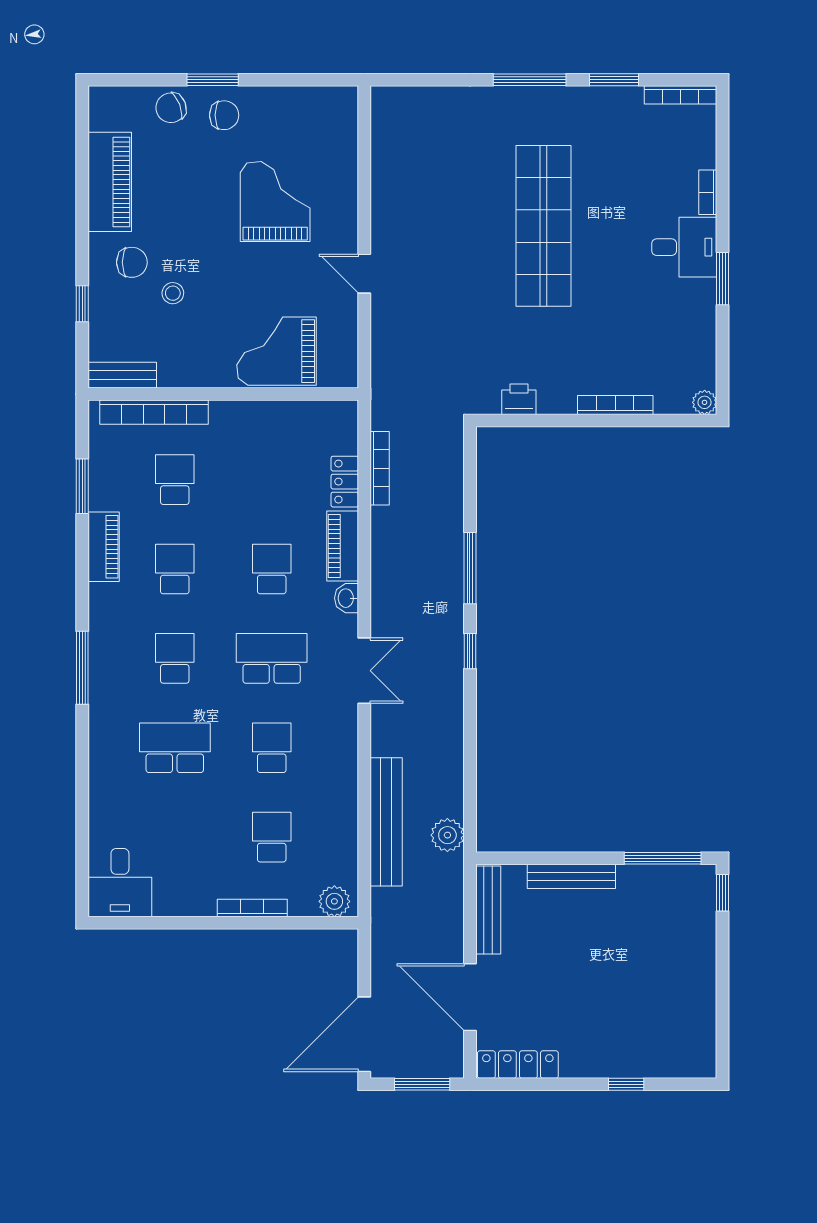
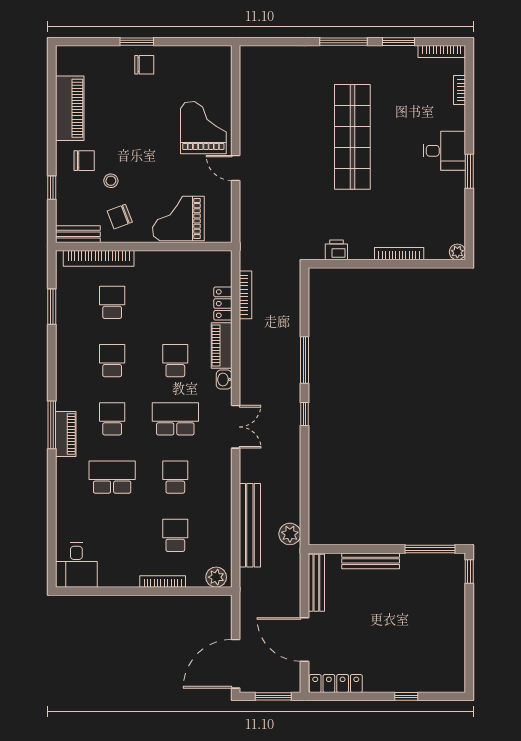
chair: (171, 108) -> (120, 217), moved
bookcase: (708, 192) -> (459, 90), moved
grand piano: (275, 202) -> (203, 128), moved
piano: (104, 547) -> (66, 434), moved

